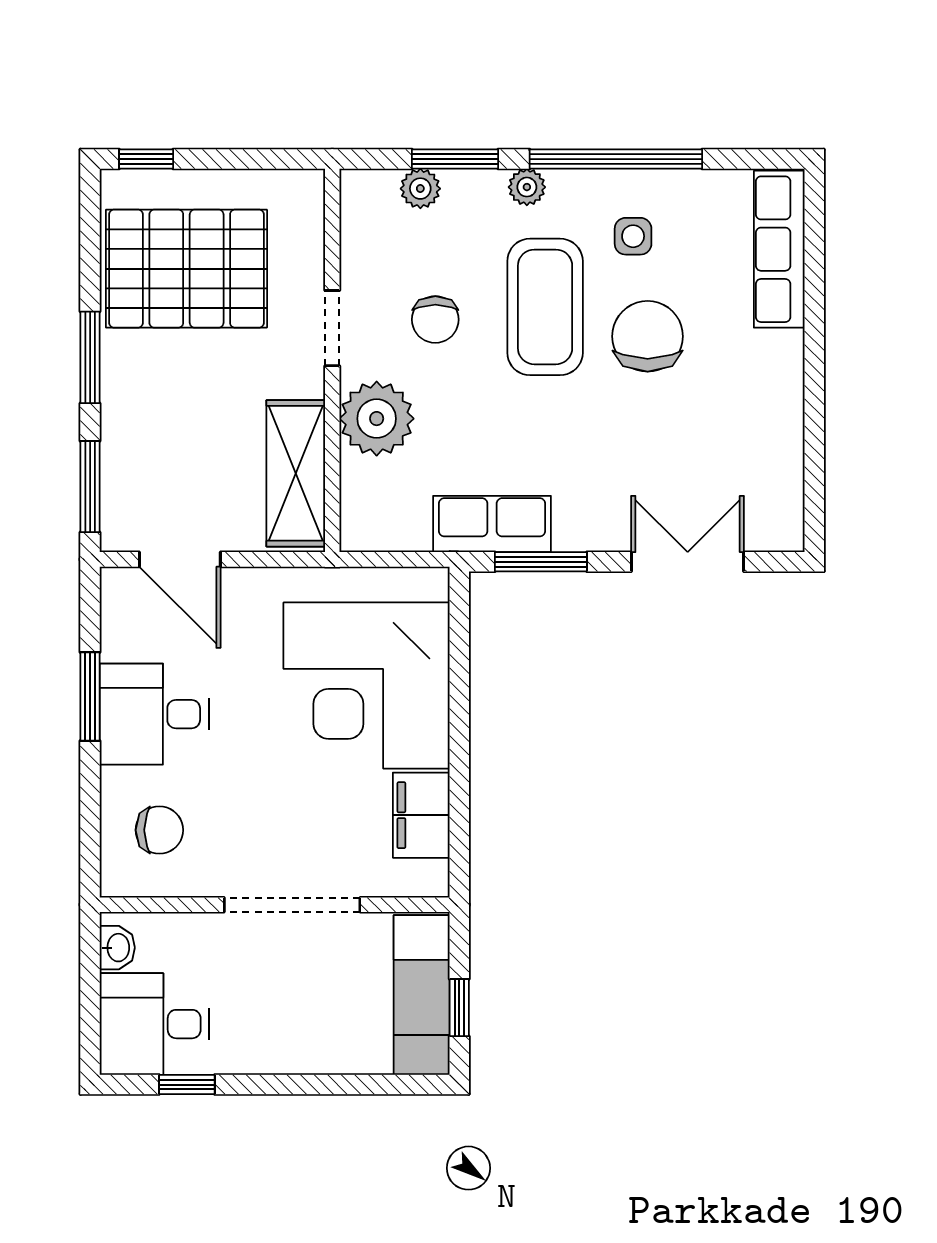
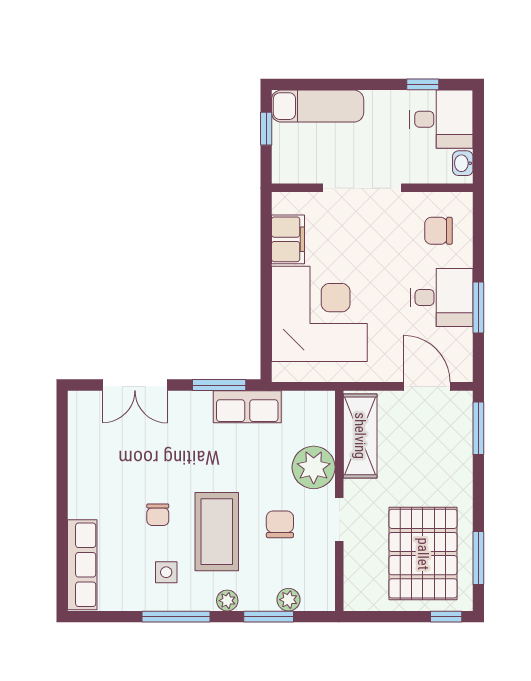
window: (616, 159) -> (176, 617), width x0.68
pallet: (186, 269) -> (423, 554), turned 90
chair: (648, 336) -> (158, 515), width x0.54, depth x0.54
window: (90, 357) -> (478, 558), moved
exam couch: (422, 995) -> (318, 106), moved, turned 90

